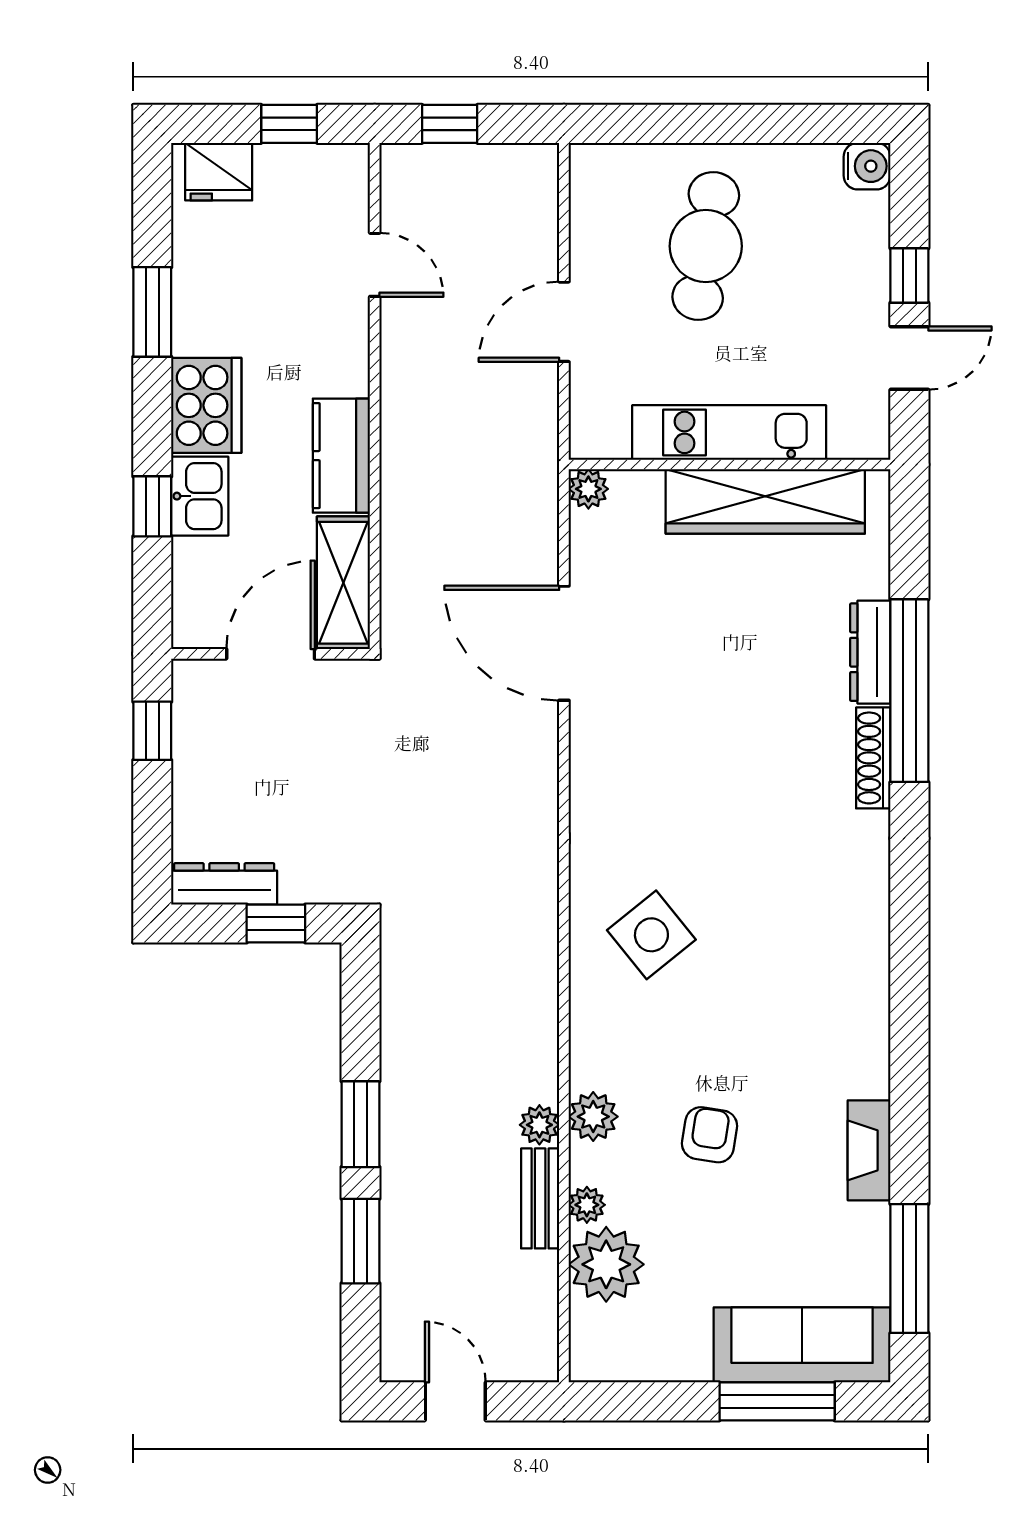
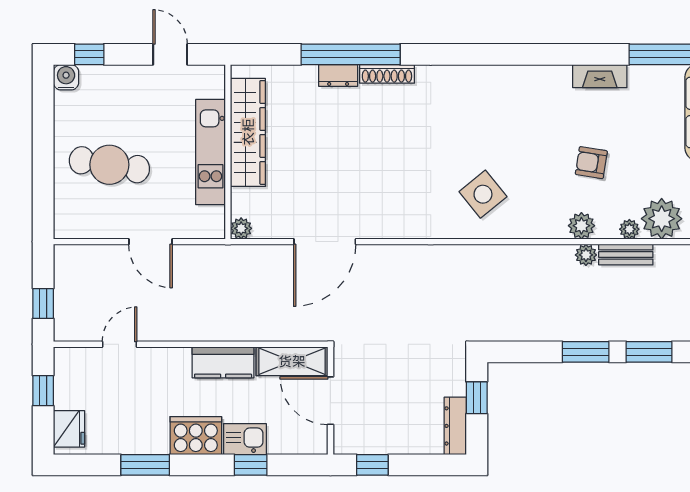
window: (909, 275) -> (89, 54), moved
dresser: (870, 652) -> (338, 75), width x0.70

